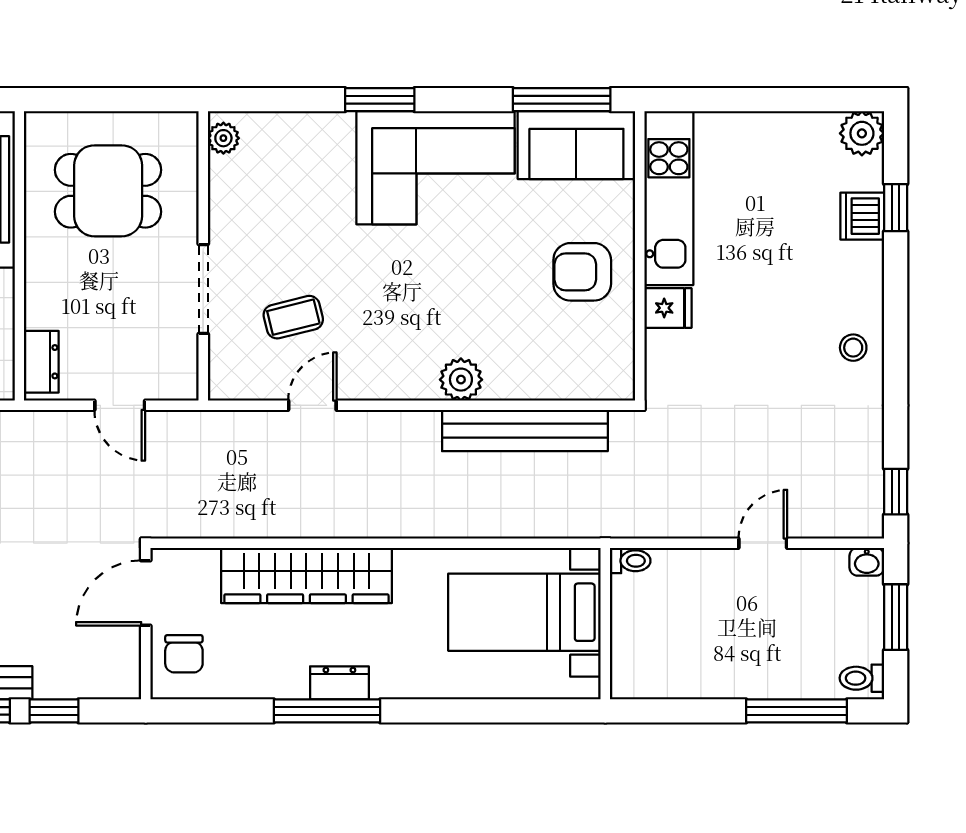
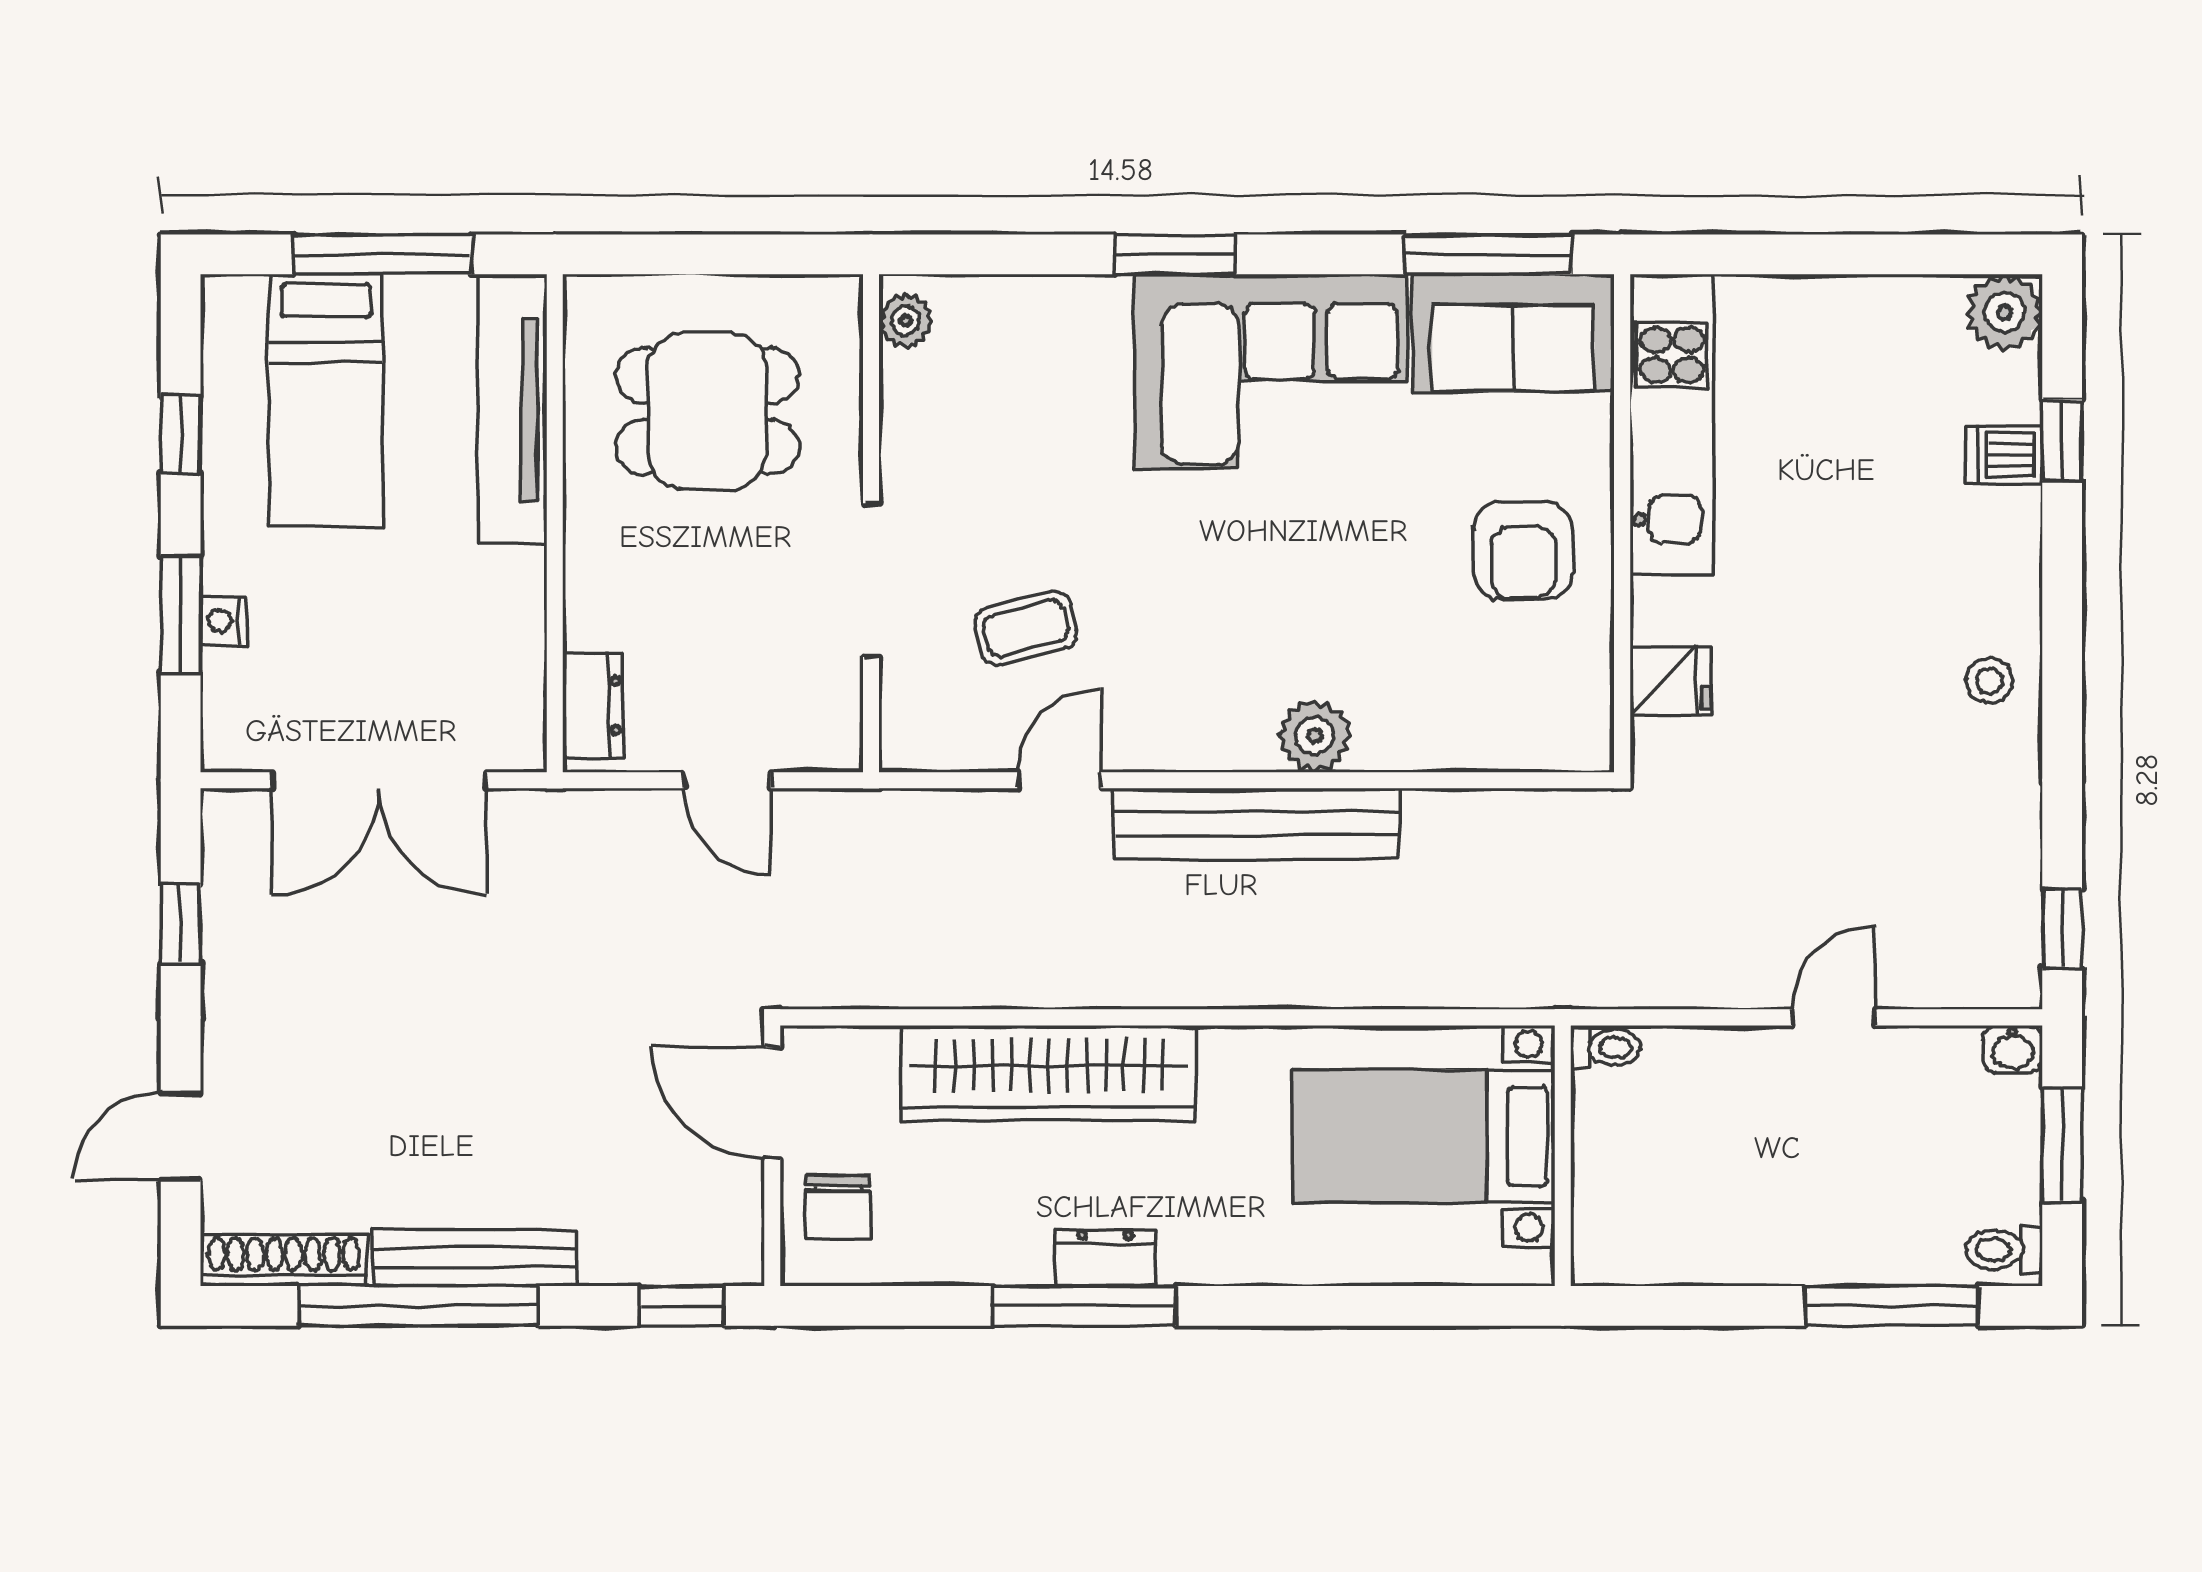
dishwasher: (862, 216) -> (2005, 455), width x0.73
armchair: (582, 272) -> (1523, 551), turned -90
fridge: (668, 308) -> (1671, 680), moved
bench: (525, 431) -> (1257, 824), moved
door: (146, 593) -> (772, 1103), hinge flipped
window: (54, 711) -> (682, 1306), moved

